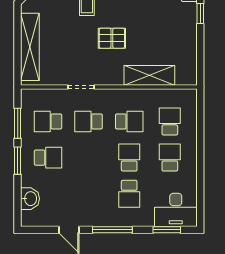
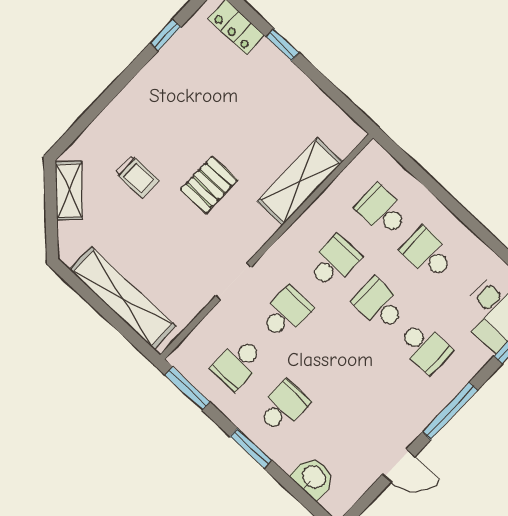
school desk: (89, 121) -> (286, 313), turned 180
window: (18, 123) -> (187, 389), moved

